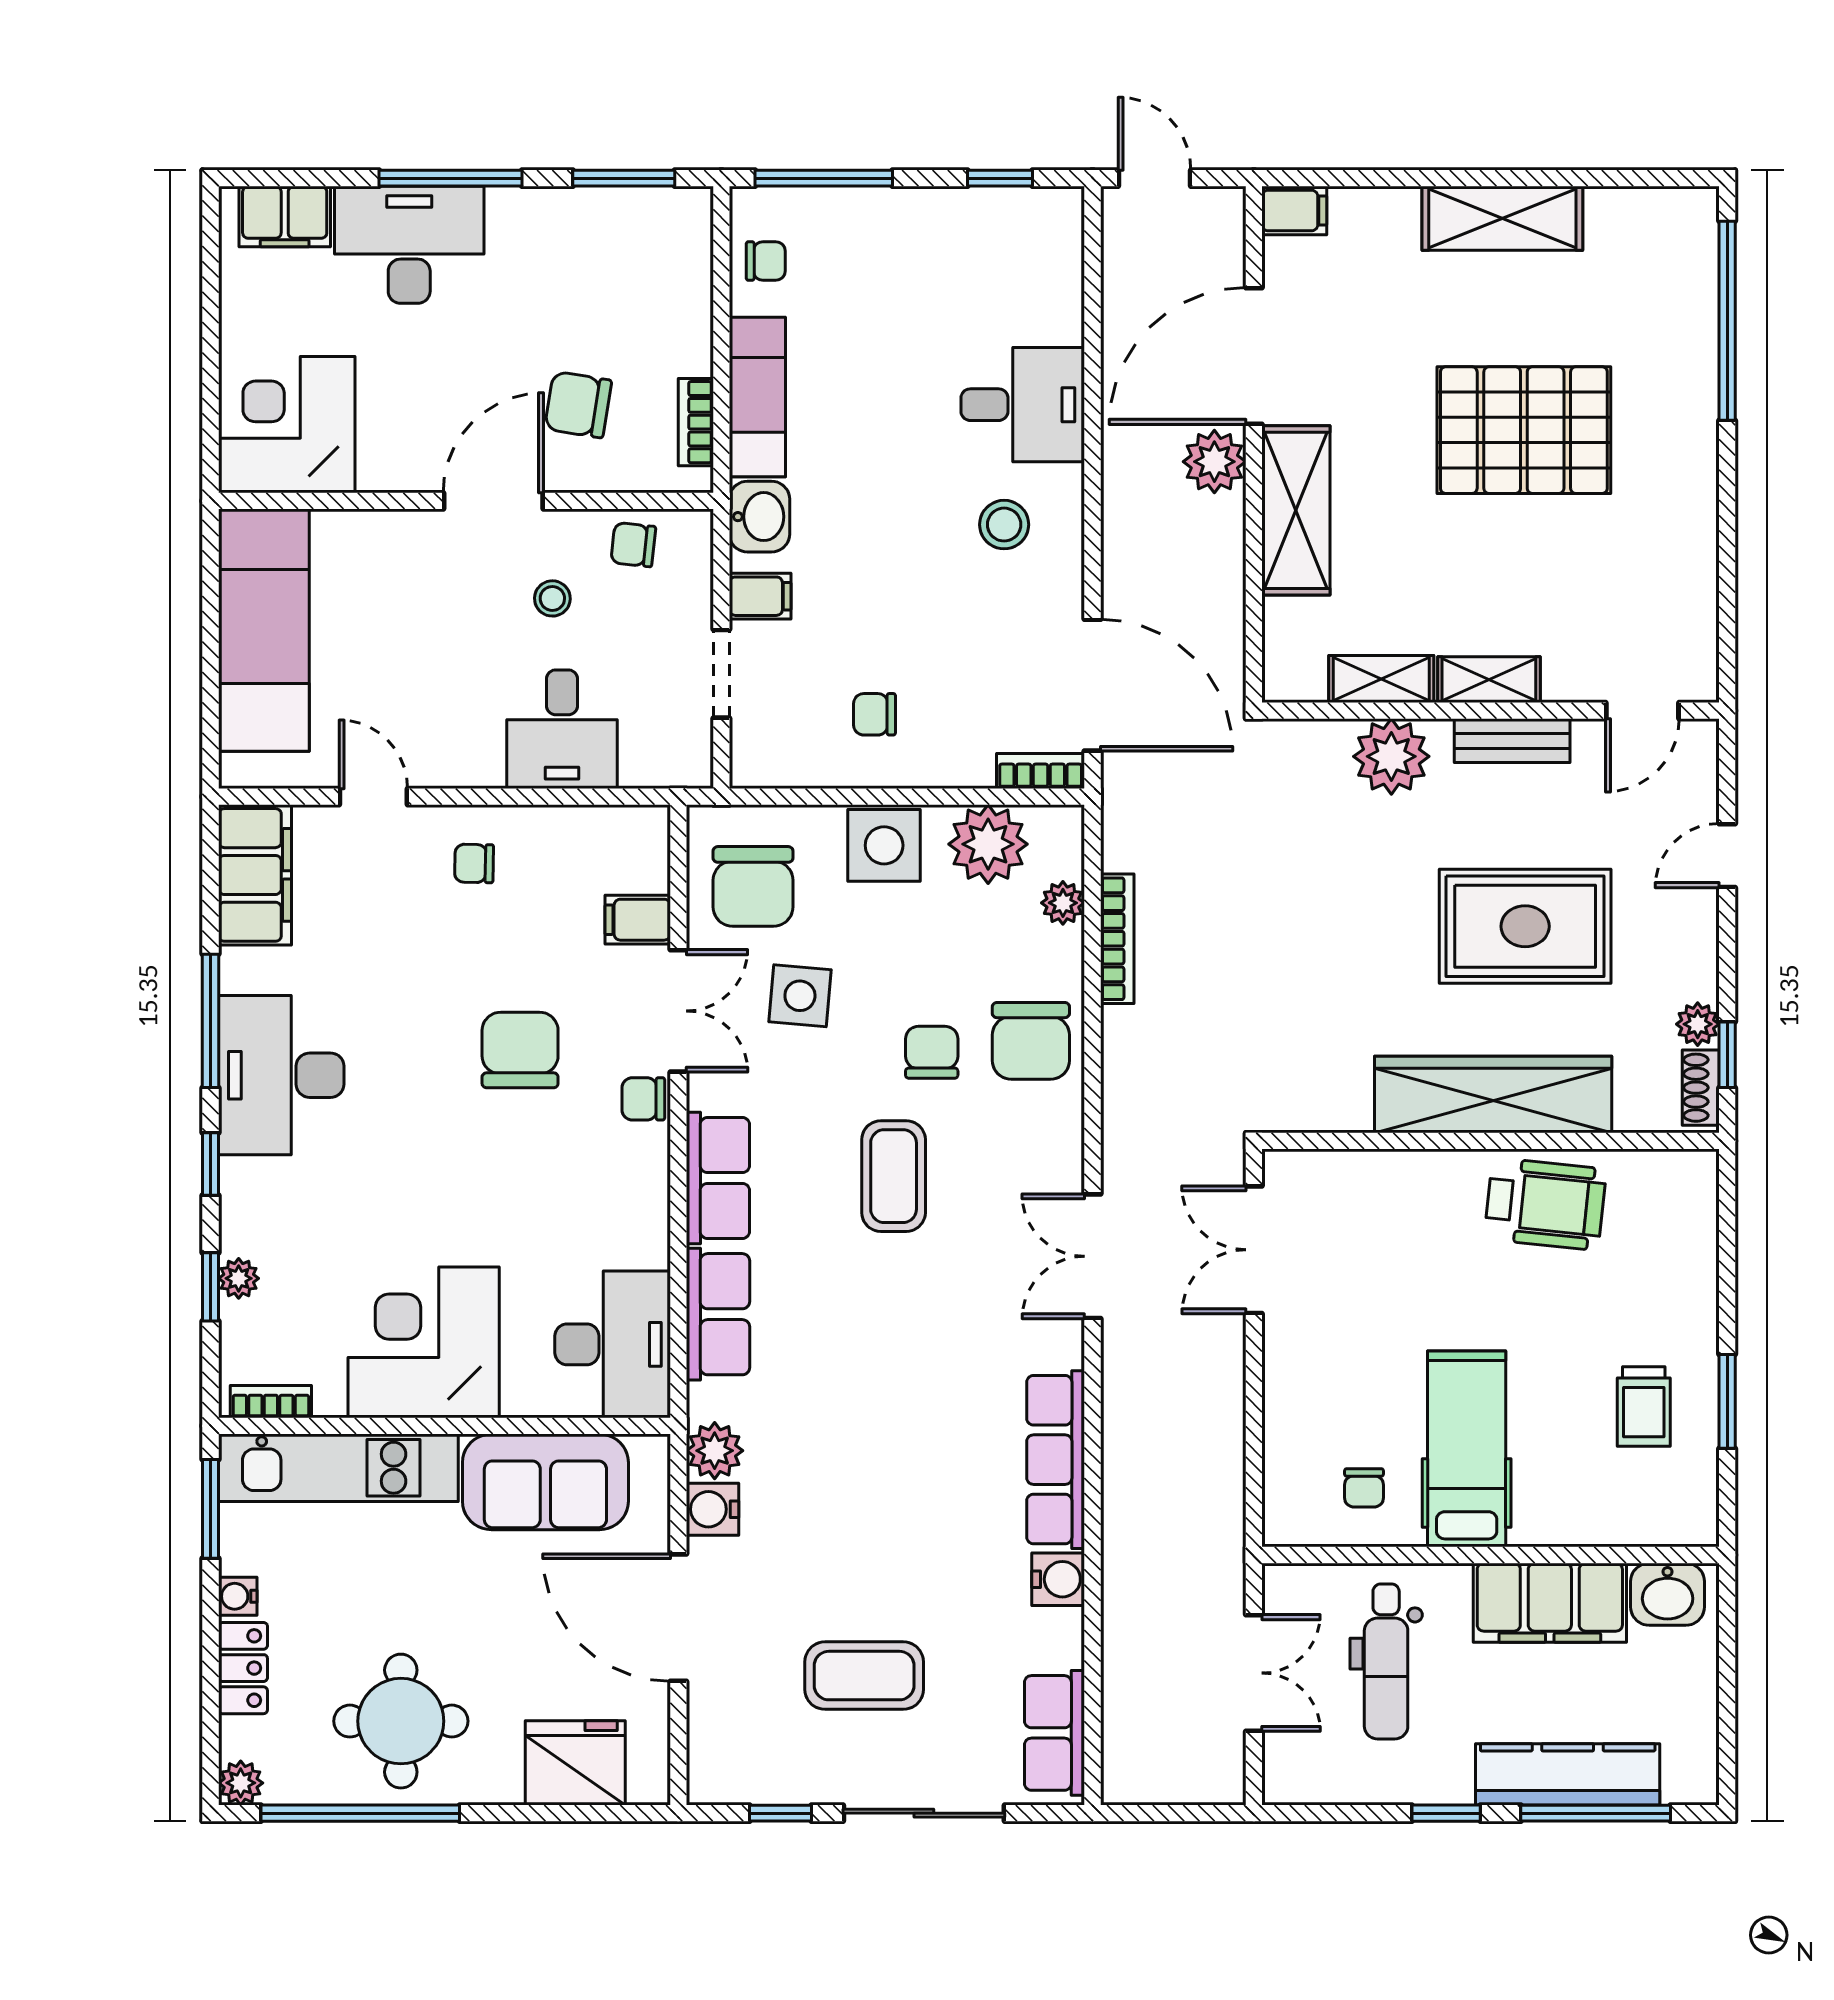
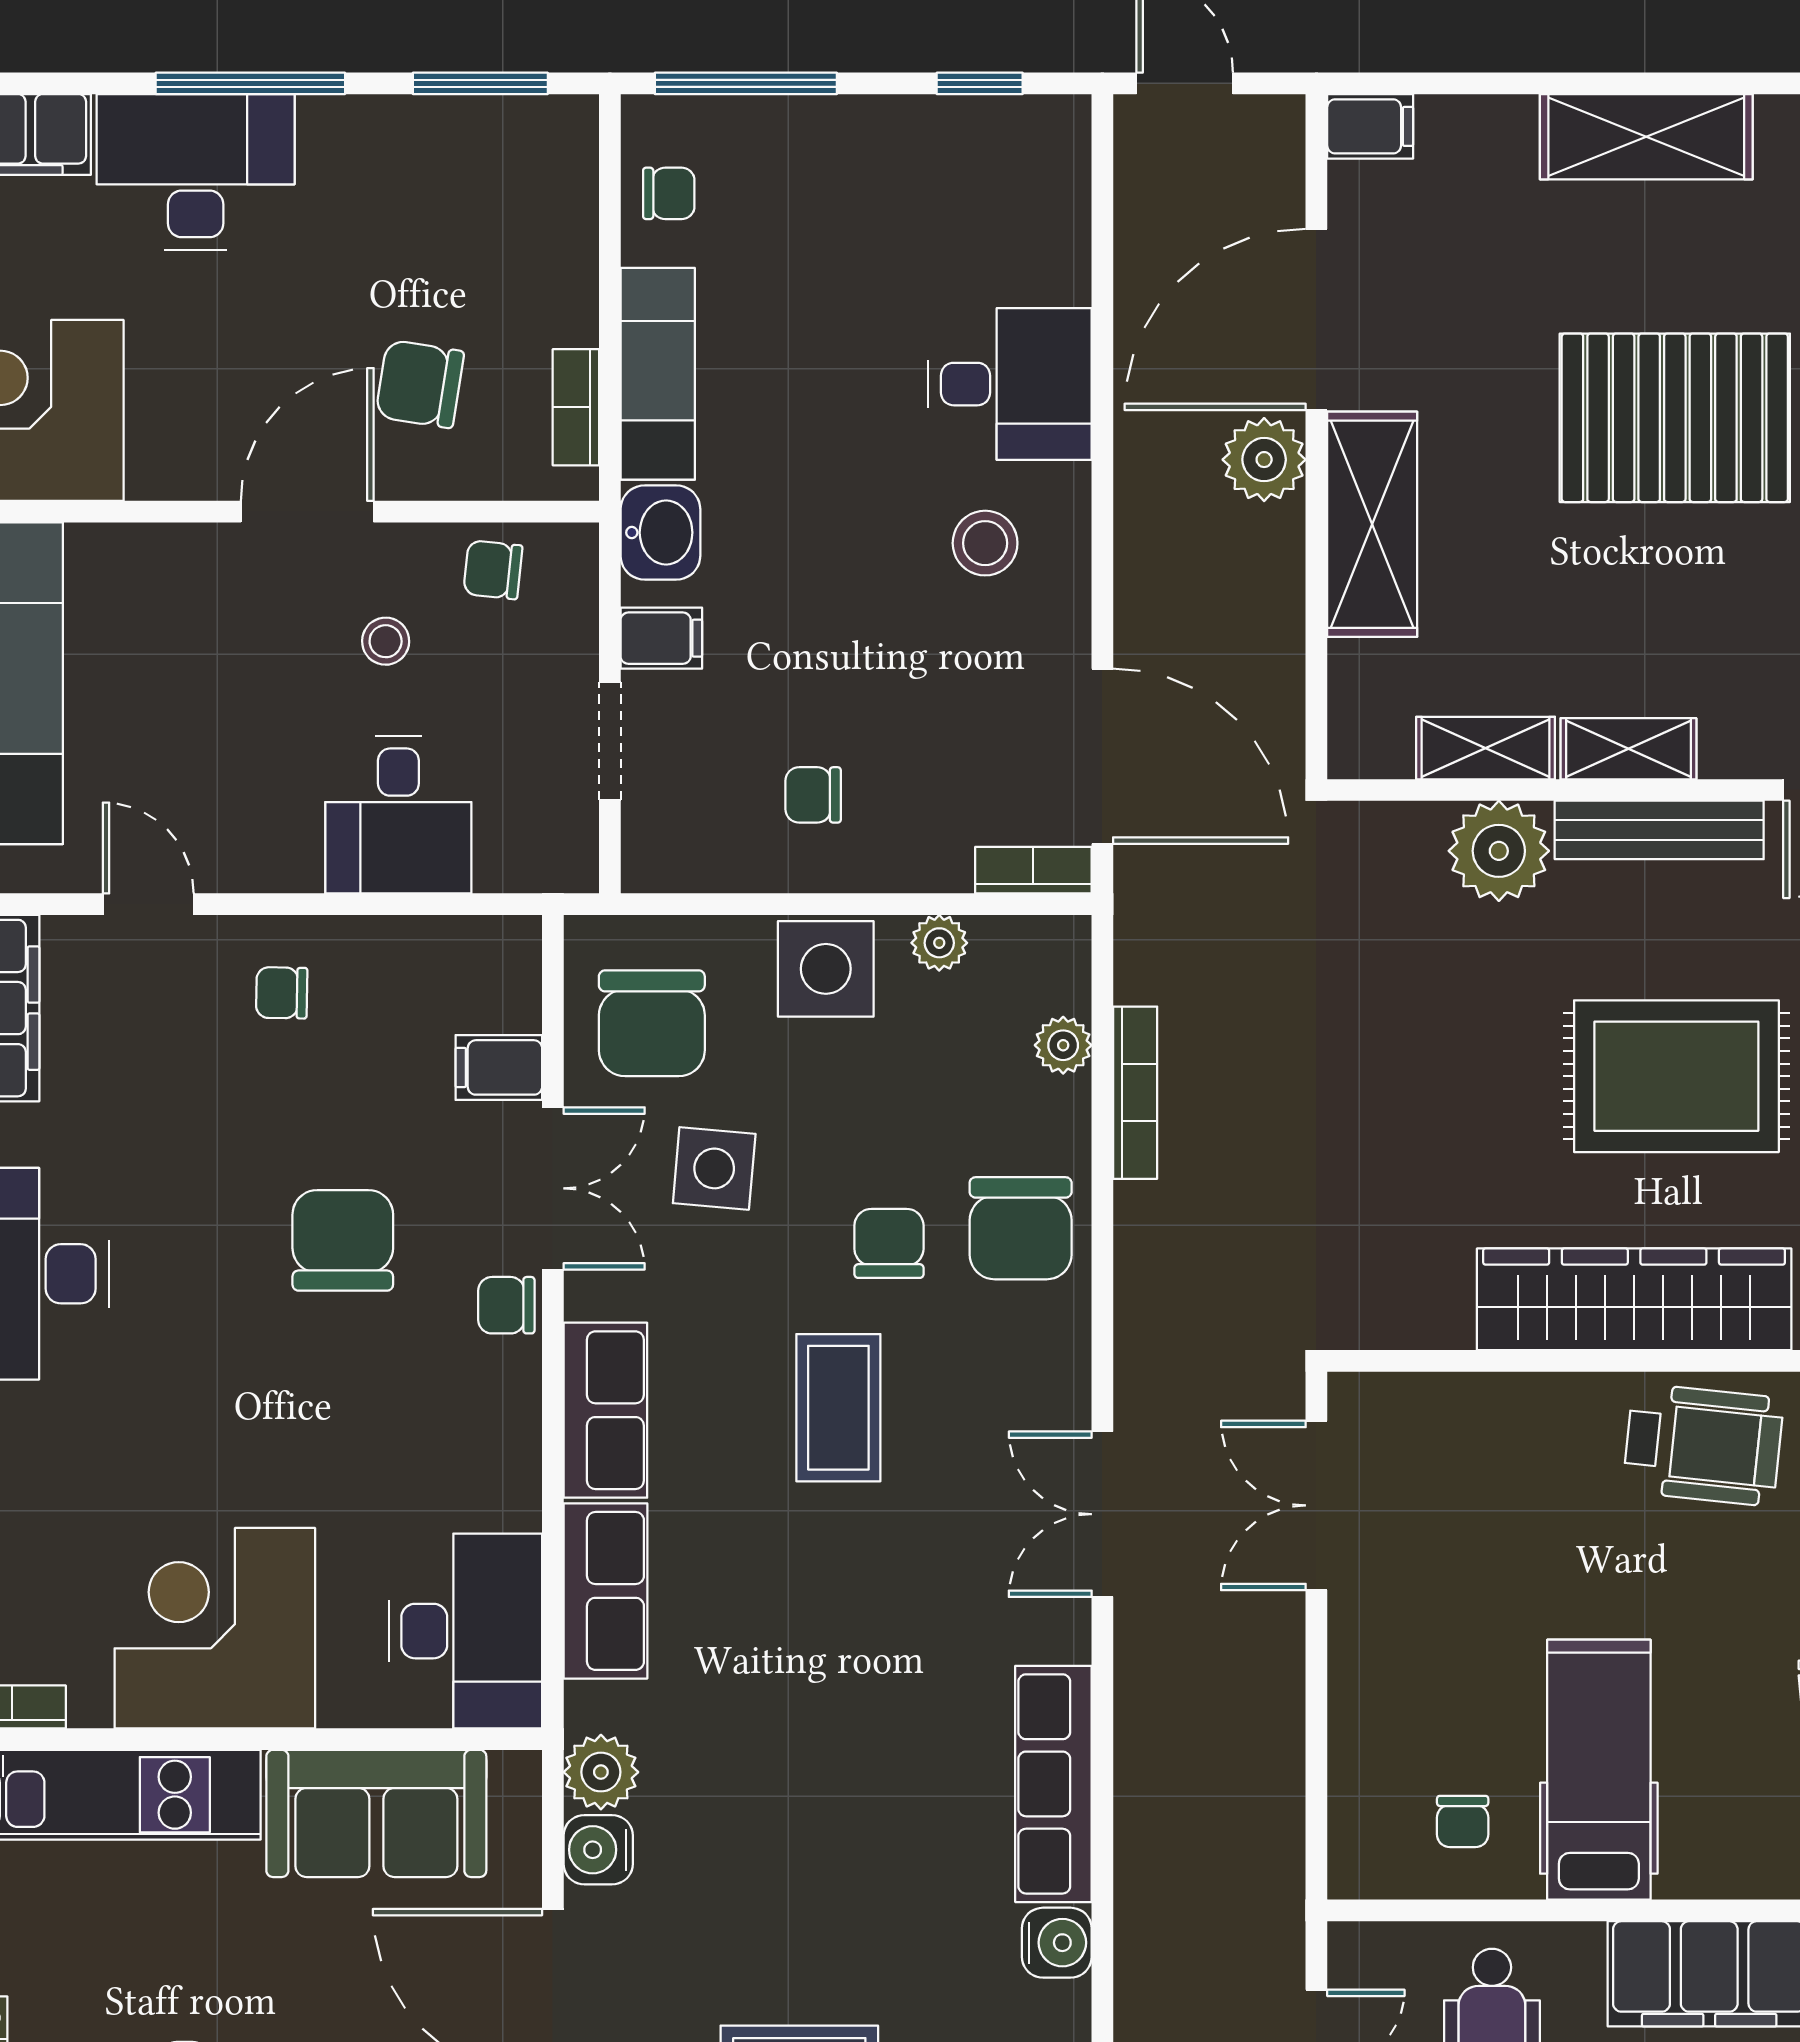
bench: (1512, 741) -> (1659, 830), width x1.36
plant: (988, 844) -> (939, 943), width x0.53, depth x0.53

